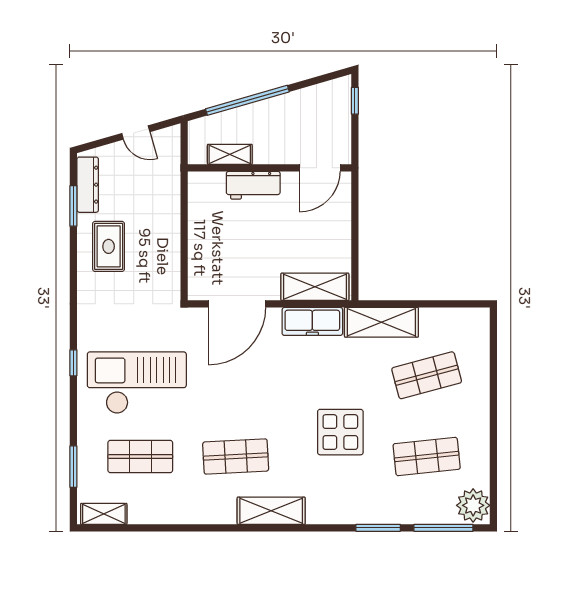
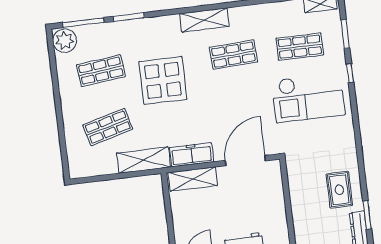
window: (73, 363) -> (350, 73), moved
display table: (340, 432) -> (163, 80), width x1.36, depth x1.36

